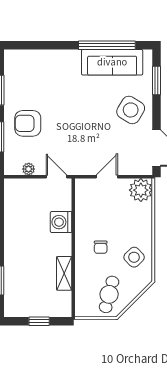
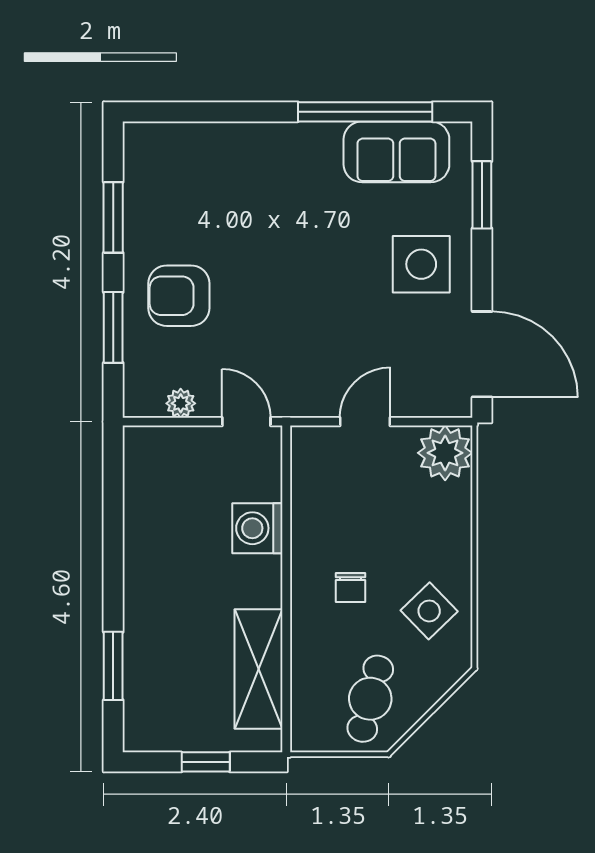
sofa: (112, 62) -> (396, 152), width x0.73
side table: (131, 110) -> (421, 264), turned -31
shelving: (64, 273) -> (258, 669), width x1.50, depth x1.33

